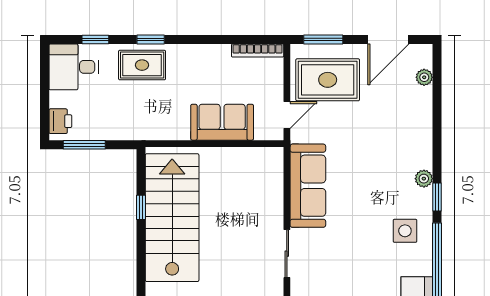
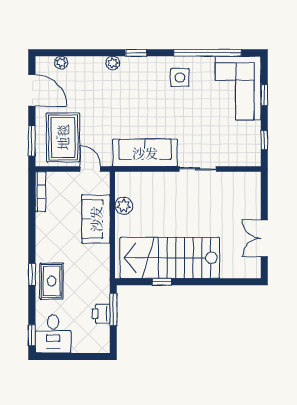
window: (95, 39) -> (32, 335), moved
printer: (60, 121) -> (101, 314), moved, turned -90
window: (84, 145) -> (113, 310), moved
plant: (239, 158) -> (124, 206), added
plant: (424, 179) -> (113, 63), moved
window: (437, 197) -> (136, 53), moved

